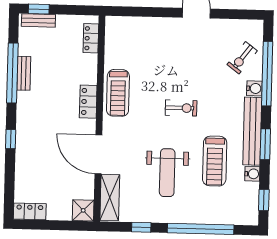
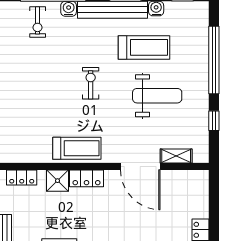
exercise bike: (242, 58) -> (38, 22), turned 53
door: (98, 154) -> (140, 167), hinge flipped
shelving: (110, 197) -> (176, 156), width x0.67, depth x0.75
shower: (83, 210) -> (57, 181), moved

